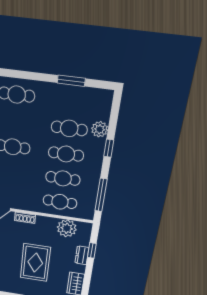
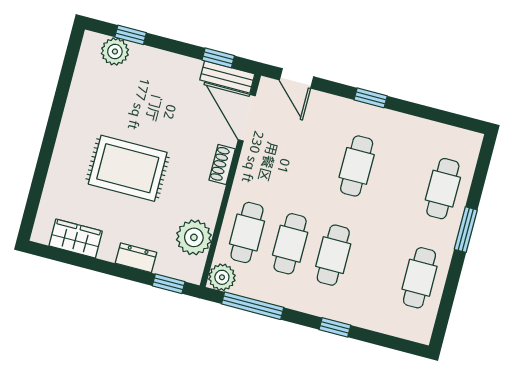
window: (71, 81) -> (466, 230), moved
cafe table: (69, 128) -> (419, 278), moved
plant: (100, 129) -> (222, 277), moved
window: (92, 250) -> (169, 284), moved

